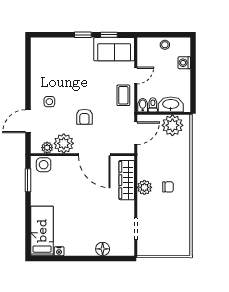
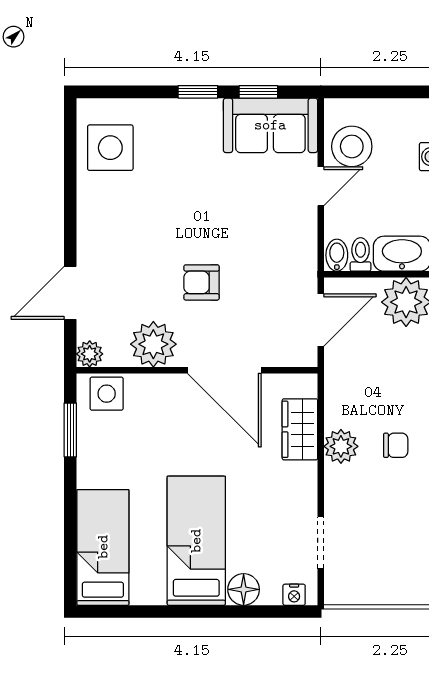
stool: (165, 45) -> (352, 146), moved, width x1.89, depth x1.89
coffee table: (123, 95) -> (292, 232), removed
side table: (49, 102) -> (110, 148), moved, width x1.87, depth x1.87
armchair: (84, 117) -> (201, 282), turned 90
plant: (47, 148) -> (90, 354), moved
wardrobe: (127, 180) -> (300, 429), width x0.67
bed: (82, 228) -> (196, 541), added
nightstand: (59, 251) -> (294, 595), moved

